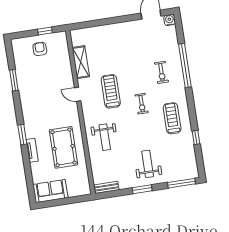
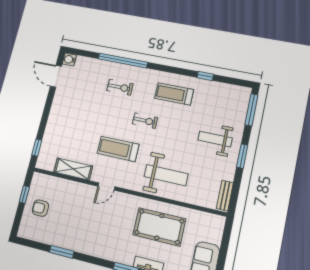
window: (86, 25) -> (37, 148), added
weight bench: (105, 137) -> (166, 175), width x1.36, depth x1.33

